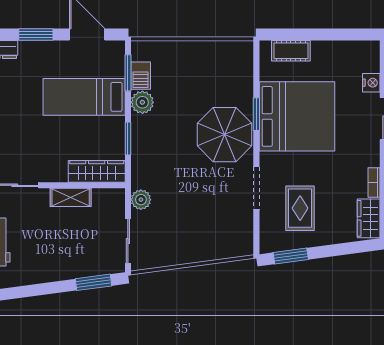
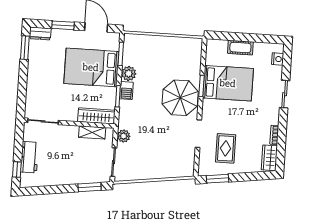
cot: (291, 51) -> (240, 48), moved
barbecue: (141, 76) -> (126, 91), moved
nightstand: (371, 83) -> (278, 59), moved
bed: (84, 97) -> (91, 67), width x1.50
bed: (297, 116) -> (228, 83), width x0.73
shelving: (71, 197) -> (92, 132), moved

